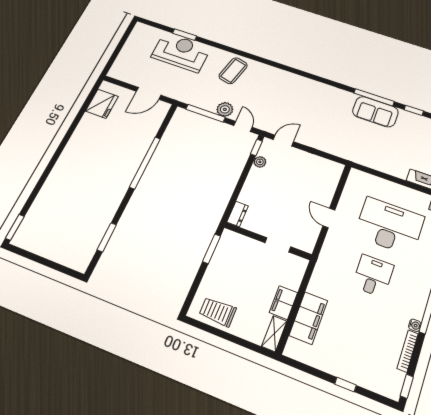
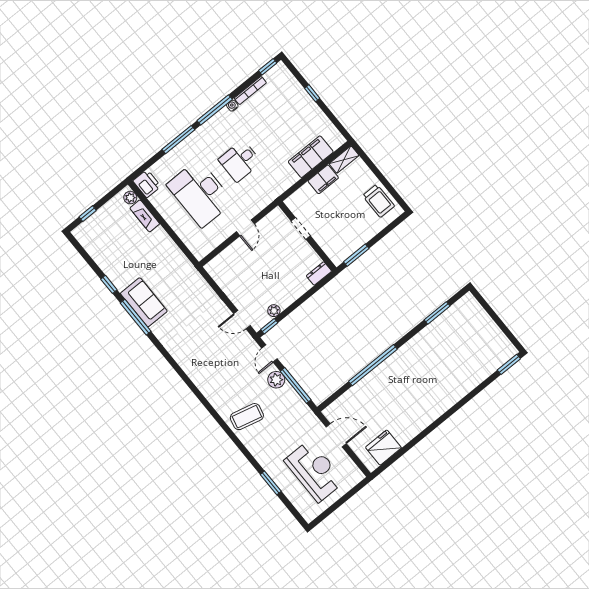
reception desk: (181, 52) -> (314, 471), moved, turned 180

